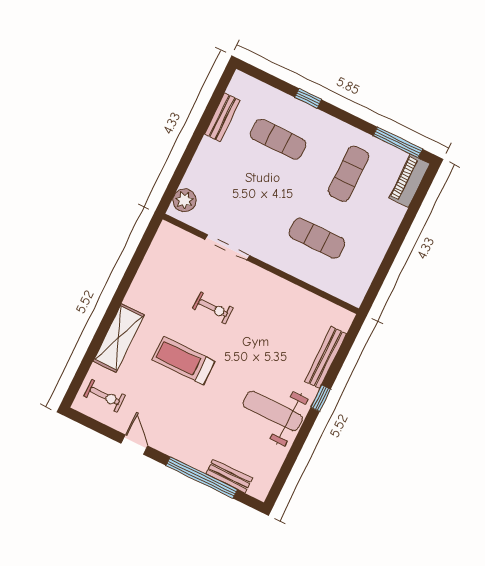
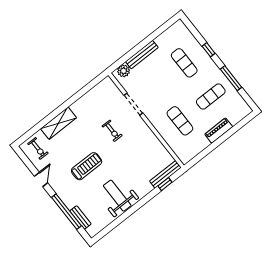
bench: (222, 117) -> (142, 55), moved, width x1.36
window: (398, 142) -> (231, 78), moved
piano: (409, 181) -> (219, 131), moved
bench: (326, 357) -> (165, 174), moved
treadmill: (183, 361) -> (87, 166), moved, turned 90
window: (321, 398) -> (165, 184), moved

